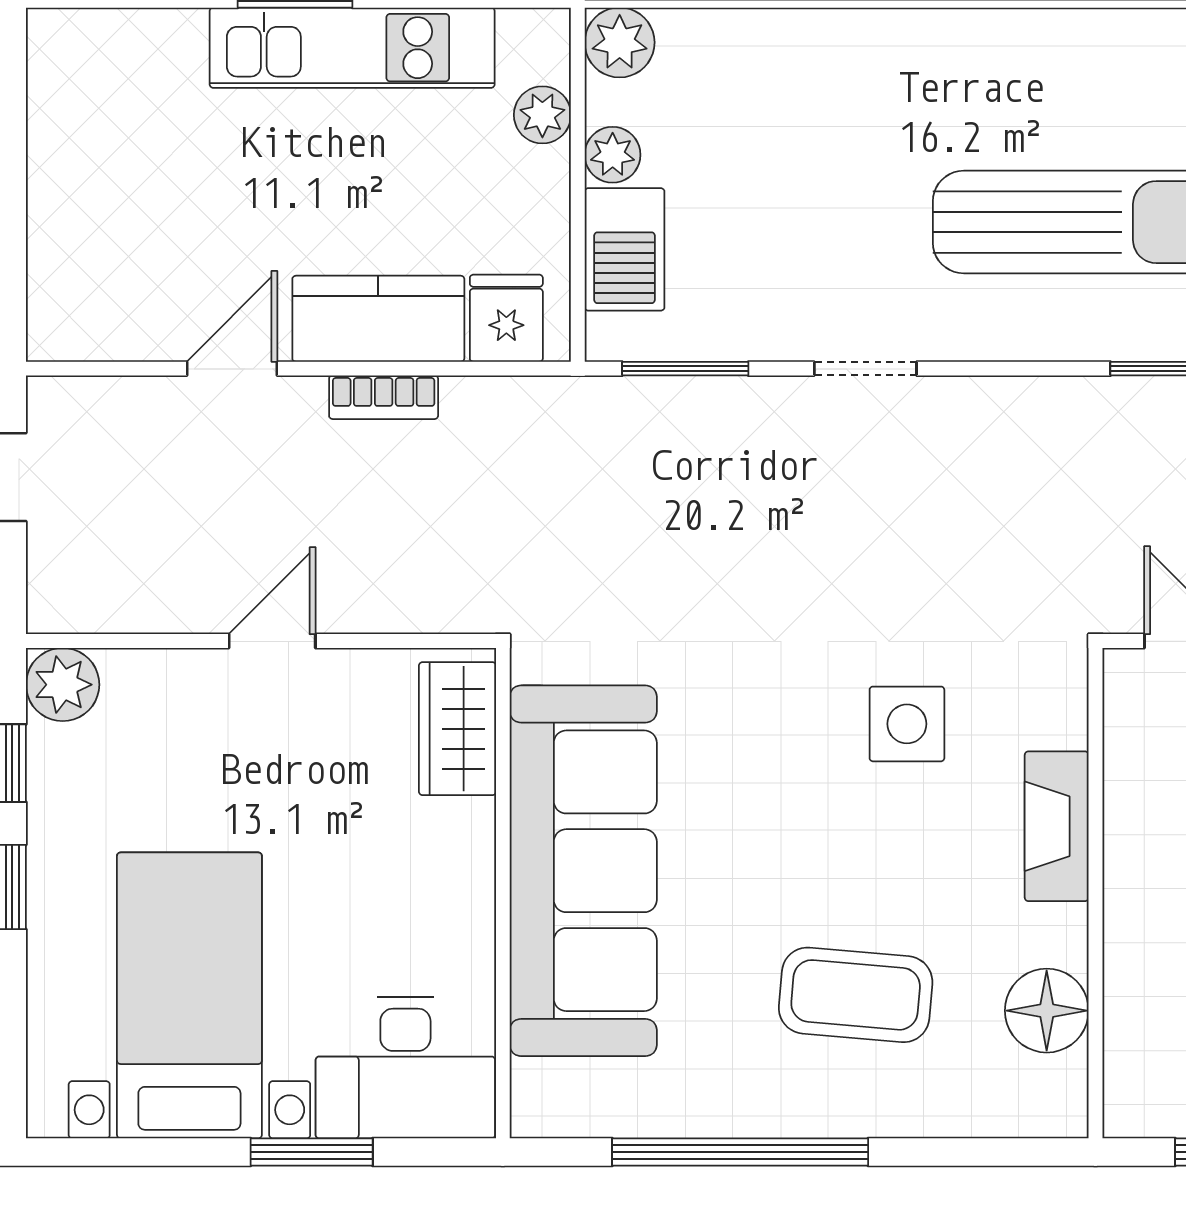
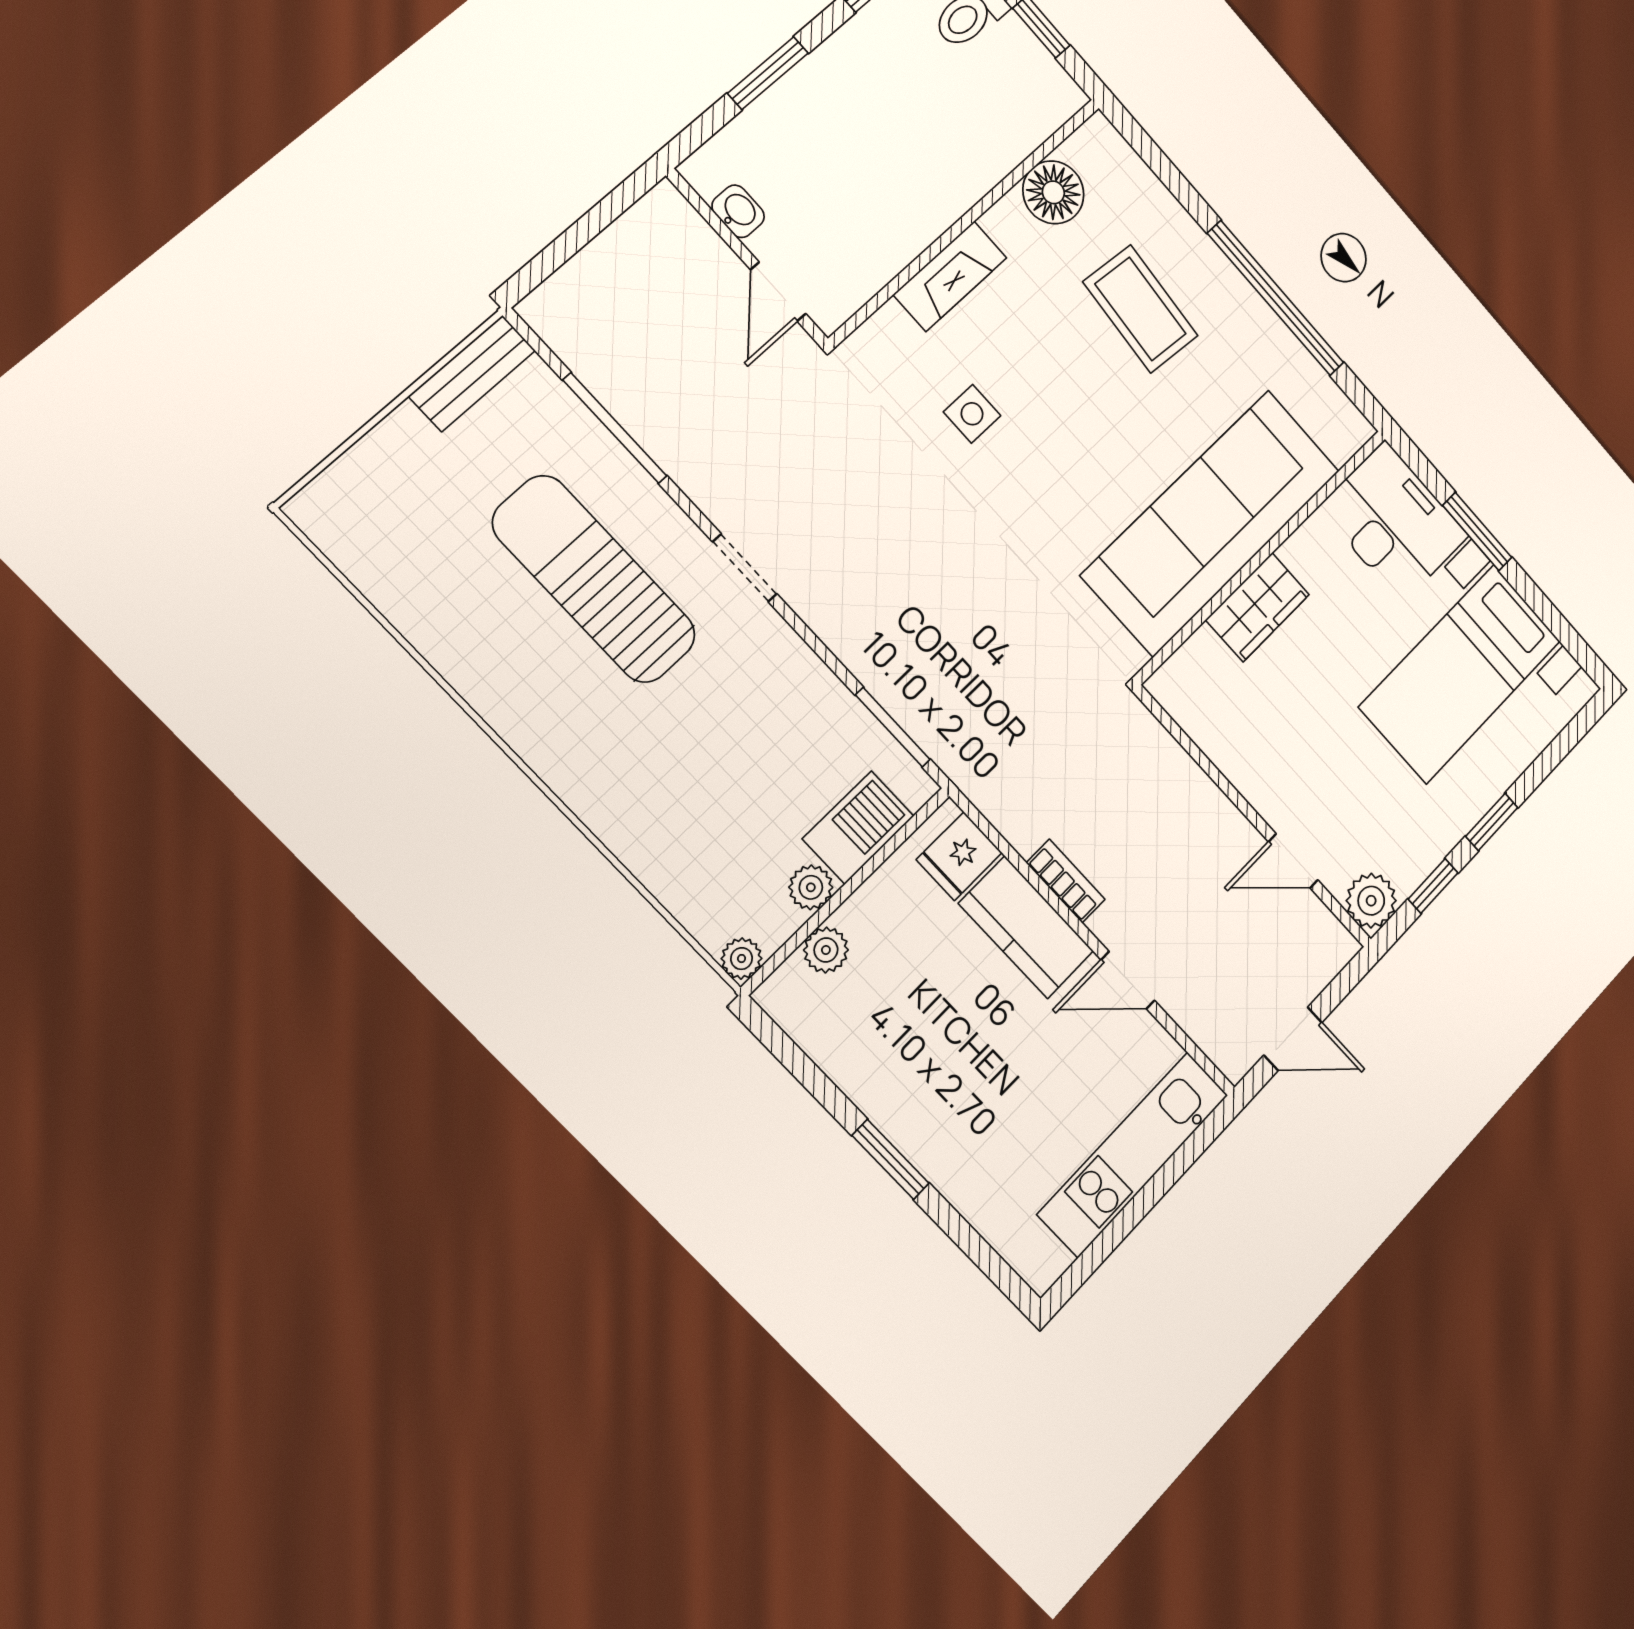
plant: (620, 42) -> (742, 959), width x0.73, depth x0.73
kitchen unit: (352, 48) -> (1133, 1154), moved, turned -90
doorway: (865, 369) -> (745, 568), moved
door: (272, 641) -> (1293, 861), moved
side table: (907, 724) -> (972, 414), width x0.73, depth x0.73
wardrobe: (457, 729) -> (1258, 607), moved

